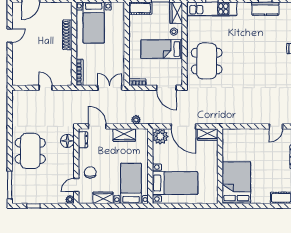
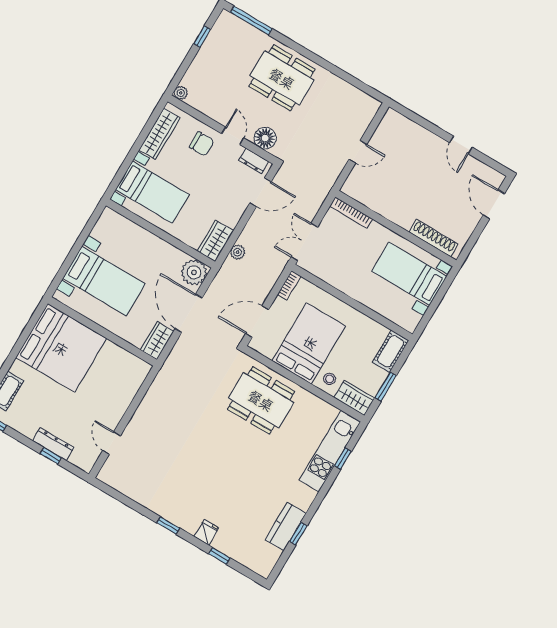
shoe rack: (67, 35) -> (433, 238), moved
bed: (162, 49) -> (309, 343), width x1.50
double door: (110, 88) -> (304, 242), swing flipped
door: (183, 126) -> (189, 313), hinge flipped
wardrobe: (124, 135) -> (215, 241), moved
bed with nightstands: (175, 183) -> (104, 281), moved, turned -90
bed: (236, 183) -> (61, 348), width x1.36
door: (76, 185) -> (233, 136), moved
wardrobe: (103, 198) -> (159, 134), width x1.50

